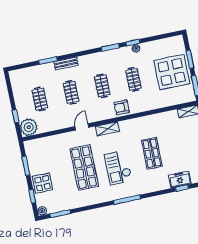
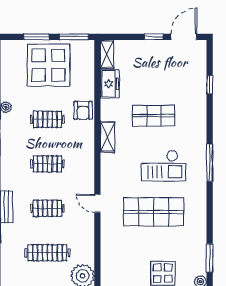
clothes rail: (40, 99) -> (47, 253), width x1.36
armchair: (122, 107) -> (83, 110), moved
shelving: (107, 129) -> (107, 137), moved
freezer: (180, 179) -> (110, 84), moved, turned 180

